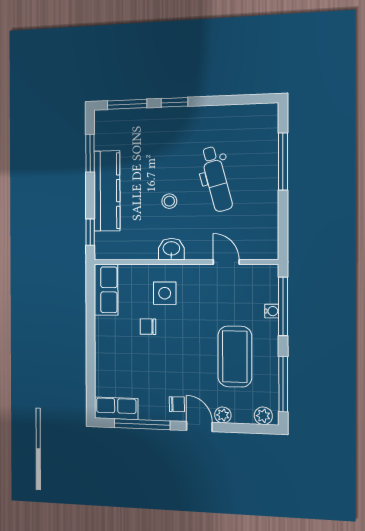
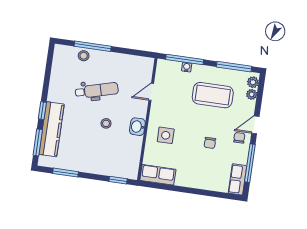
stool: (266, 150) -> (84, 56), added
kitchen counter: (107, 191) -> (51, 129), moved, turned 90
chair: (148, 327) -> (210, 143), moved
plant: (223, 415) -> (252, 94), moved

